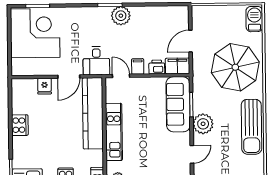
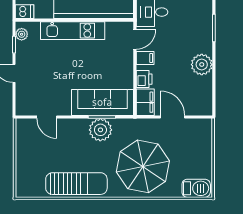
plant: (121, 16) -> (202, 65), moved
plant: (203, 124) -> (100, 130), moved
sun lounger: (251, 127) -> (76, 184), turned 180

